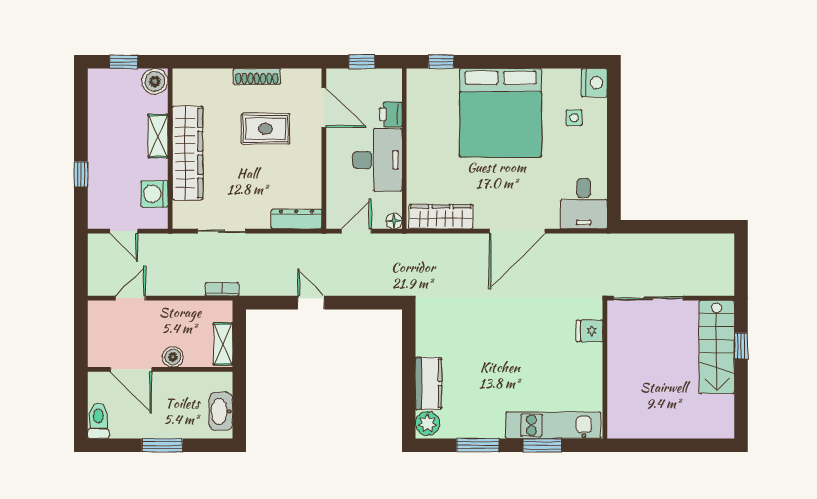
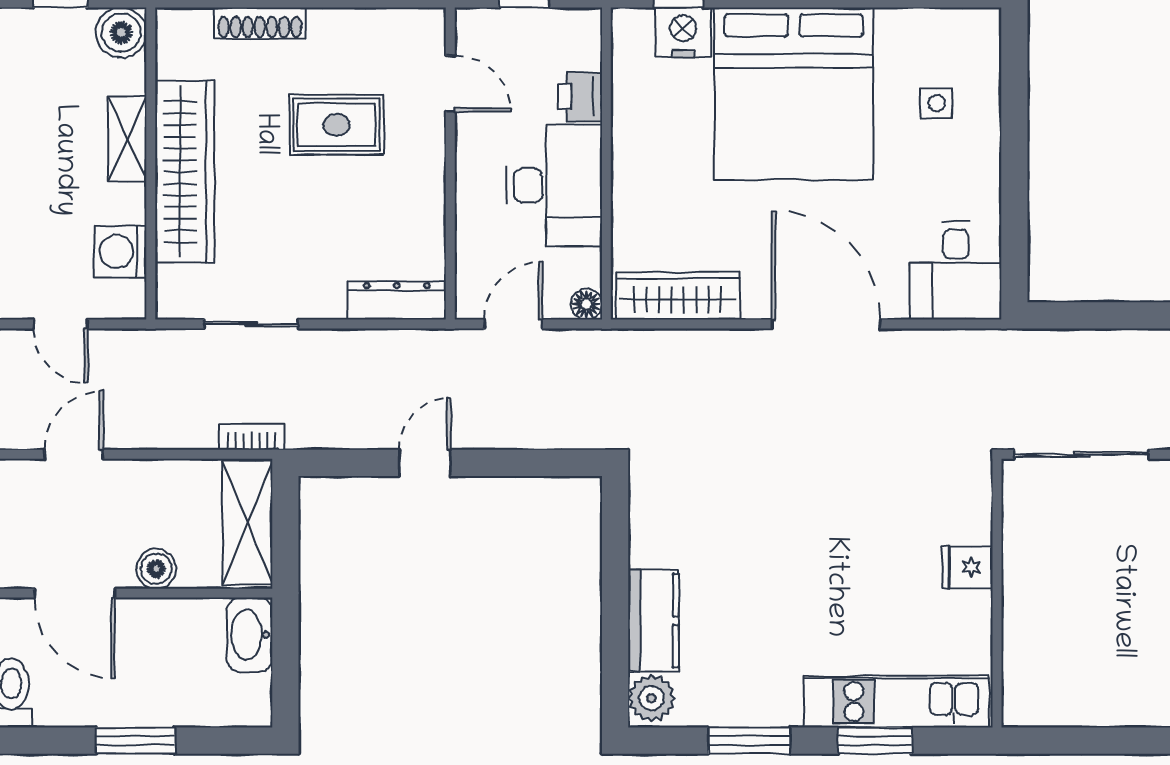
shoe rack: (257, 76) -> (260, 23), moved
nightstand: (594, 83) -> (683, 32), moved, turned -90
door: (324, 108) -> (450, 83), width x0.73
door: (517, 231) -> (826, 324), swing flipped
door: (311, 303) -> (425, 463), hinge flipped
fridge: (590, 331) -> (967, 567), moved
shelving: (223, 344) -> (248, 523), width x1.50, depth x1.33
washbasin: (221, 411) -> (250, 635), moved

